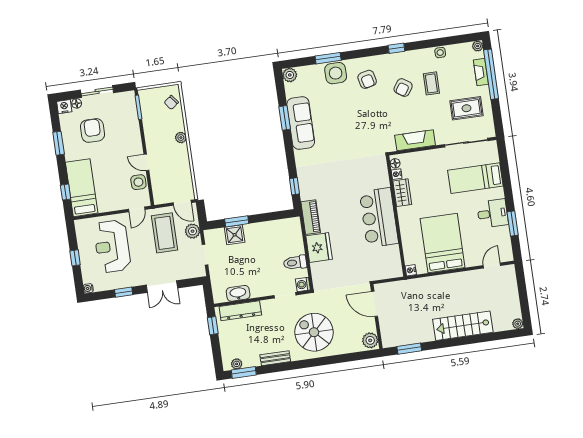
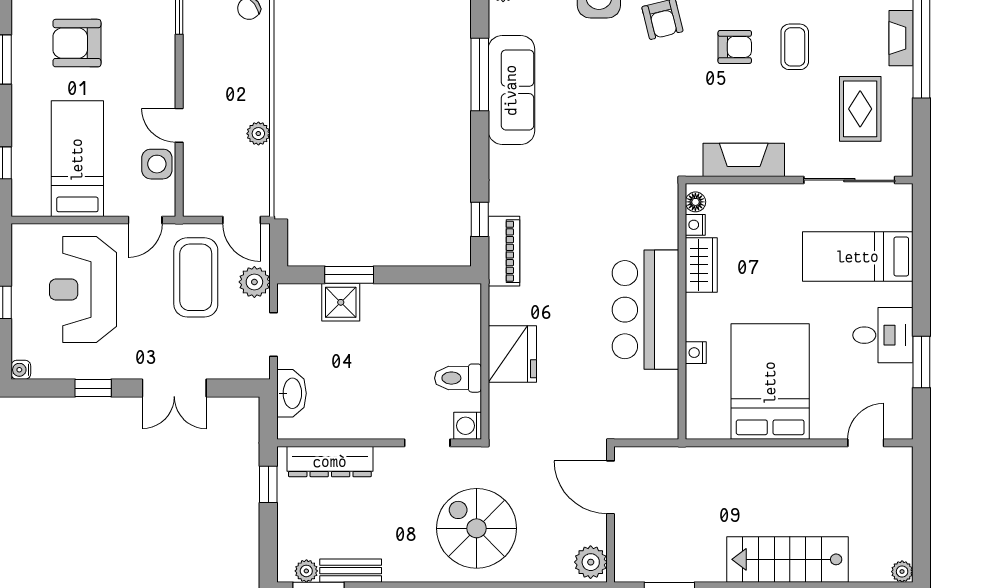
armchair: (403, 88) -> (735, 47), turned -124
rug: (466, 108) -> (860, 109), turned 90
window: (285, 118) -> (480, 75), width x1.44
armchair: (92, 130) -> (77, 43), turned -90
plant: (181, 138) -> (258, 134), moved
bed: (82, 188) -> (77, 159), moved
piano: (311, 217) -> (504, 251), moved
nightstand: (411, 270) -> (696, 353), moved
washbasin: (238, 293) -> (292, 393), moved, turned 90
bench: (275, 358) -> (351, 571), moved

